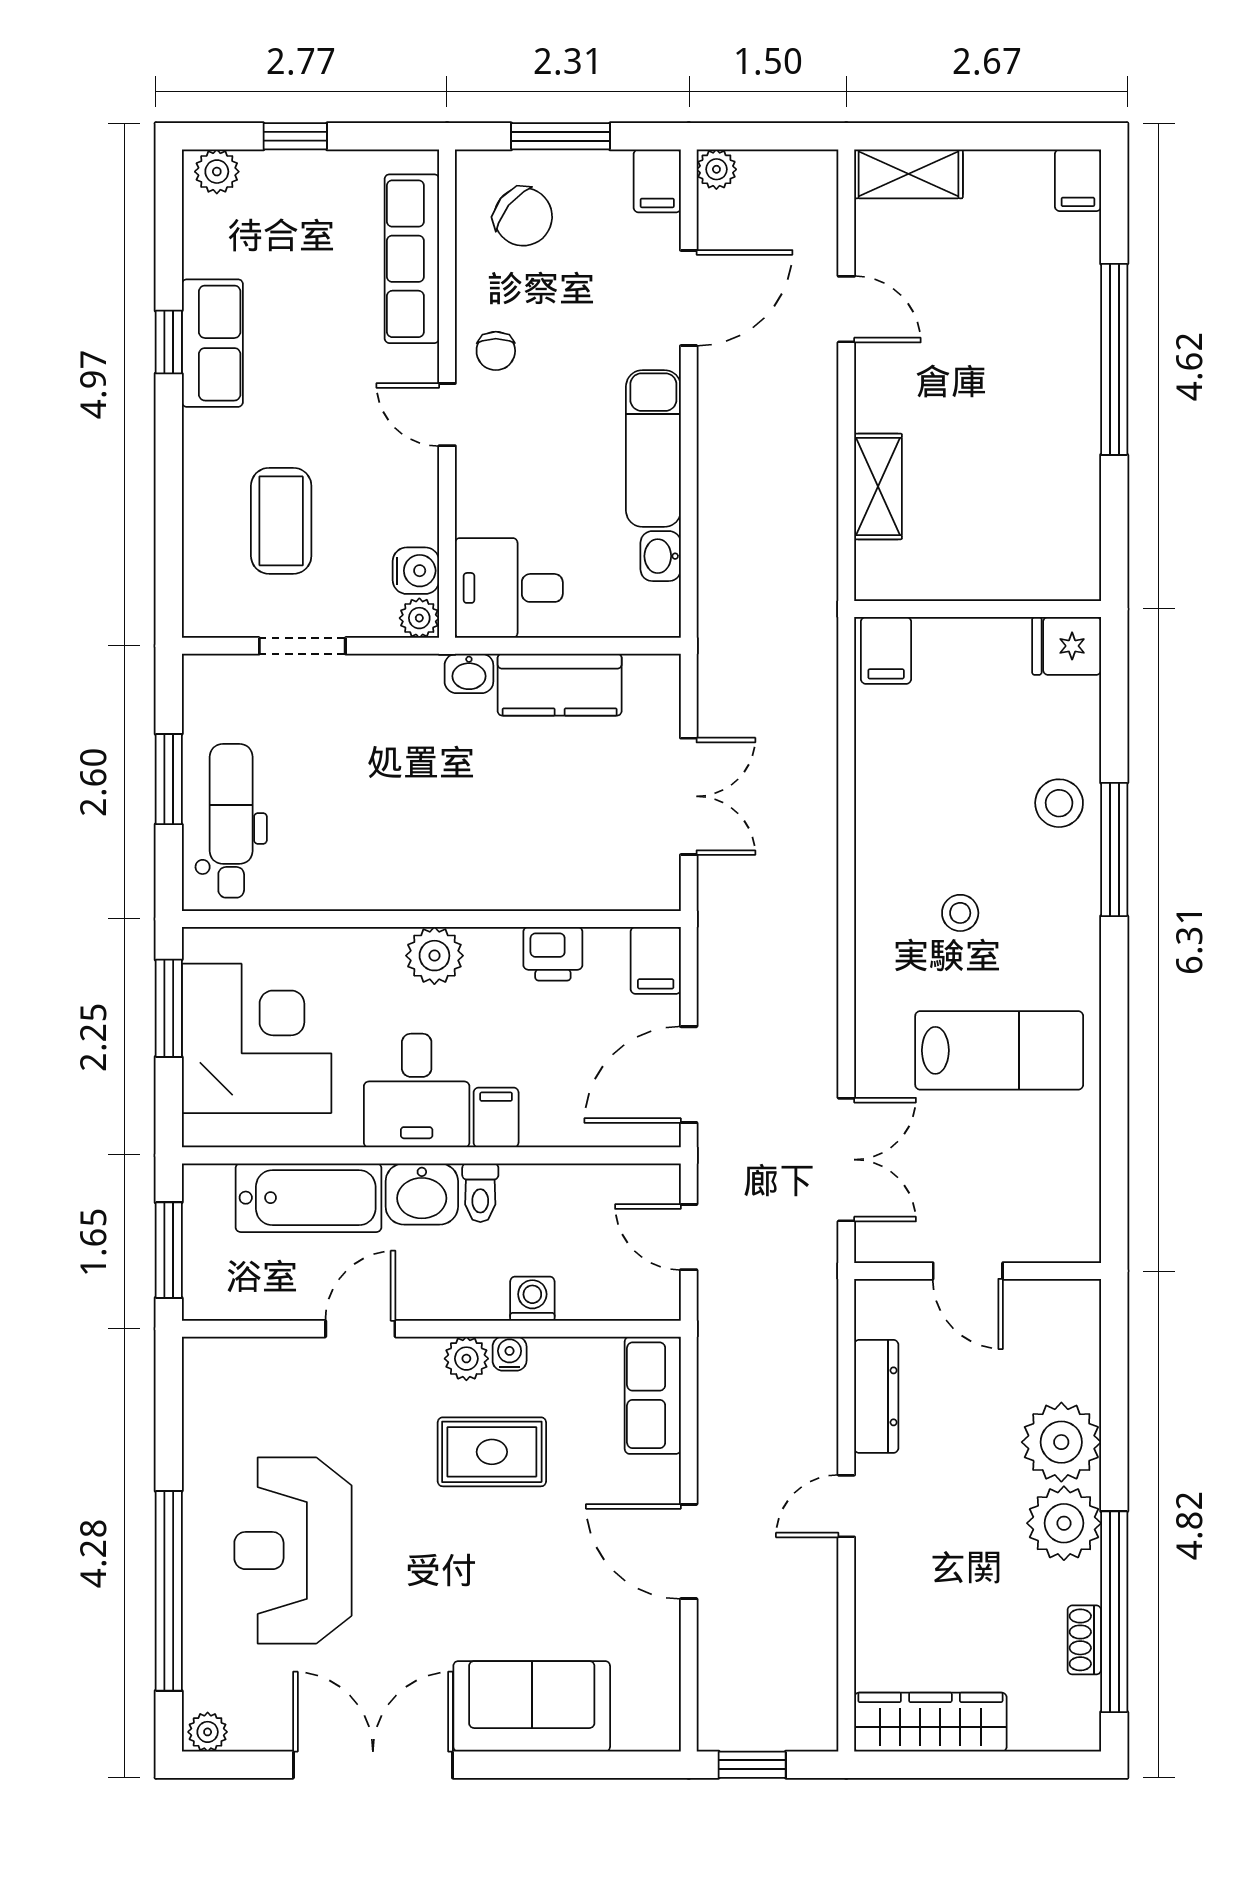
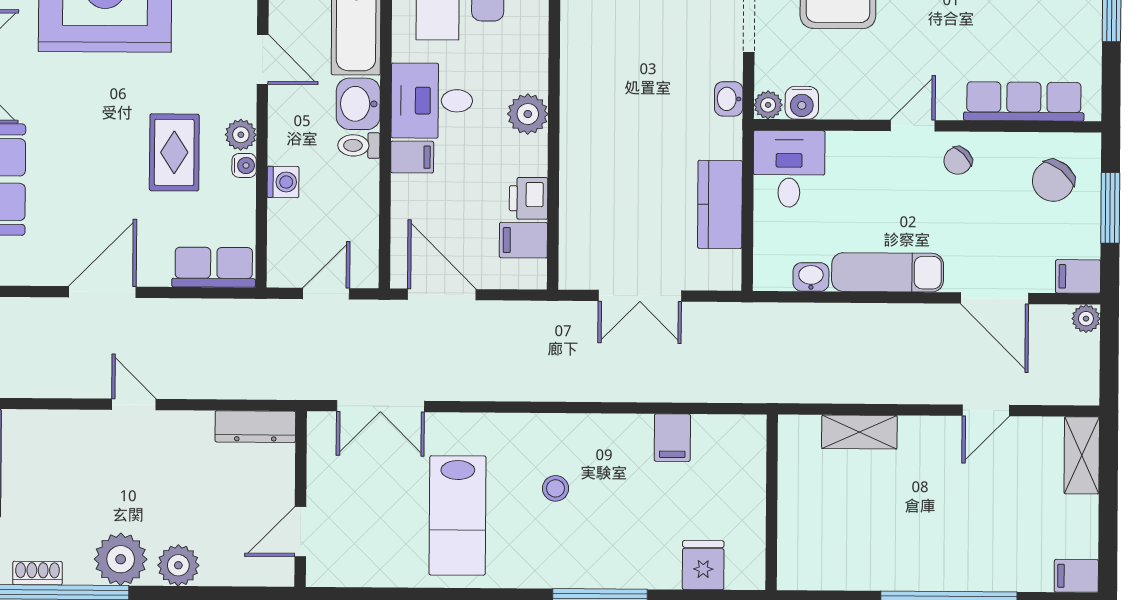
chair: (496, 351) -> (958, 161), turned -44
fridge: (1067, 646) -> (703, 565), moved
filing cabinet: (886, 650) -> (672, 438), moved, turned -90
washbasin: (469, 673) -> (729, 99), moved
stool: (1059, 803) -> (633, 559), removed
filing cabinet: (656, 960) -> (523, 240), moved
door: (968, 1271) -> (300, 532), moved
dresser: (876, 1396) -> (255, 427), moved
plant: (1061, 1442) -> (178, 565), width x0.73, depth x0.73

